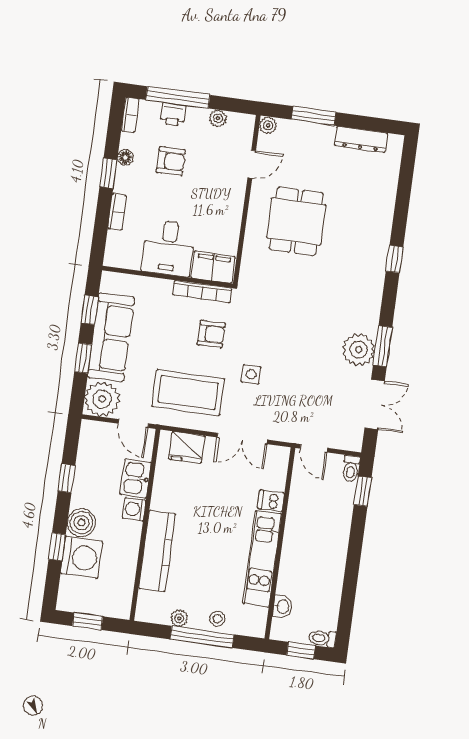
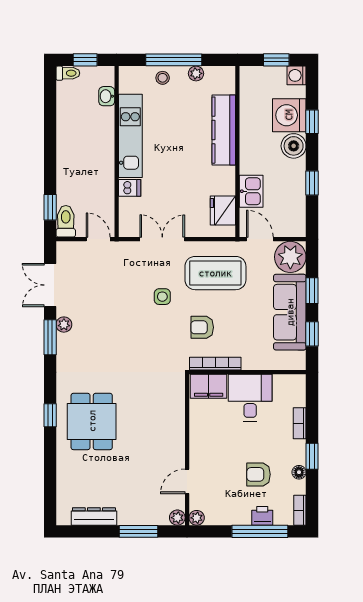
plant: (218, 118) -> (197, 518), moved
dining table: (296, 221) -> (92, 421), moved
plant: (359, 350) -> (64, 325), width x0.53, depth x0.53
fridge: (187, 447) -> (223, 211), moved, turned -90
toilet: (351, 469) -> (66, 221), width x1.37, depth x1.39
washing machine: (134, 509) -> (297, 75), moved, turned 180

